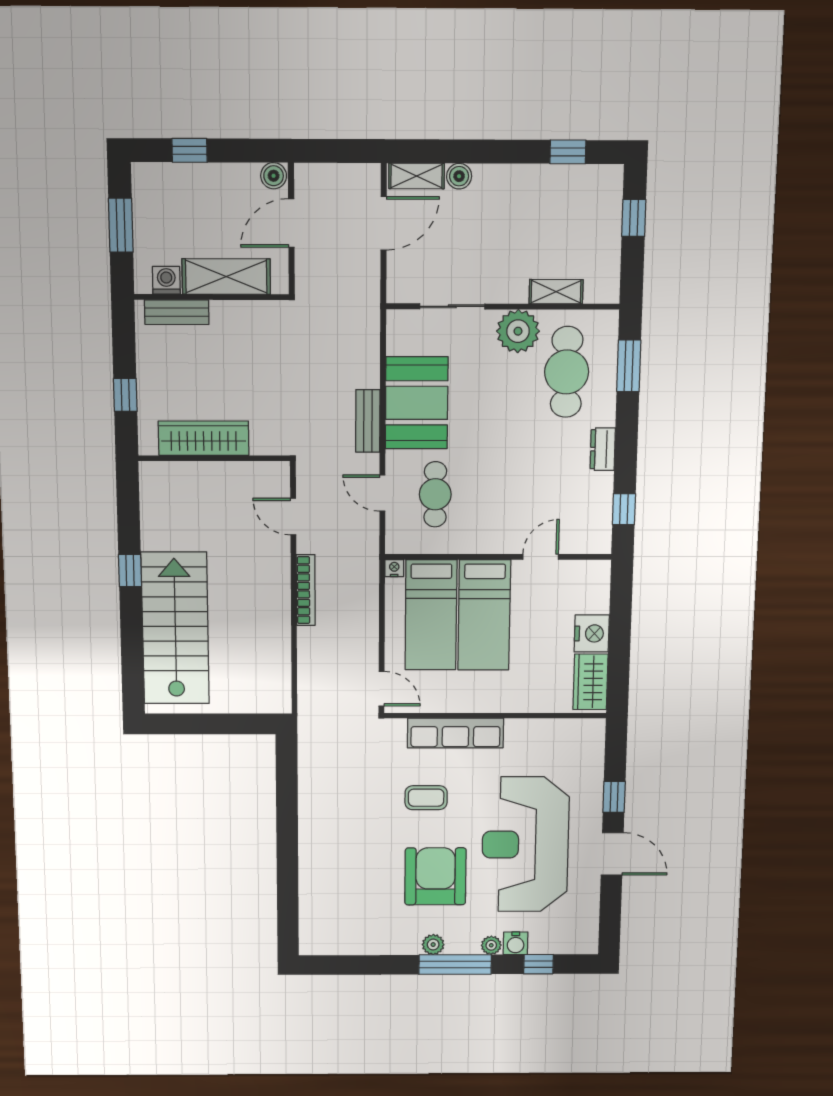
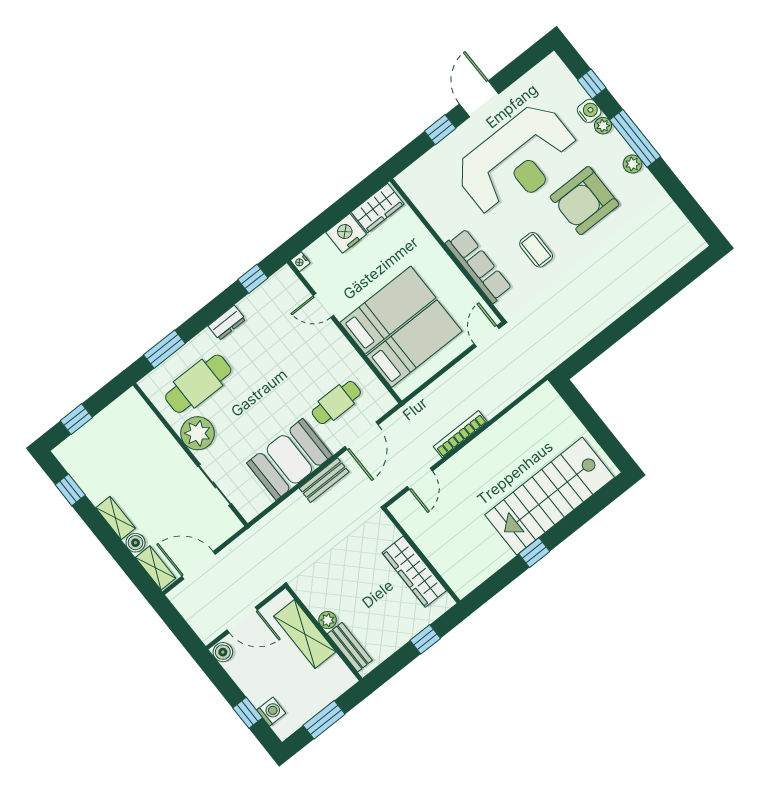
washing machine: (166, 280) -> (271, 712), moved, turned 180
shelving: (556, 292) -> (116, 518), moved
plant: (222, 311) -> (328, 620), added
door: (382, 493) -> (361, 436), width x1.38
nightstand: (394, 568) -> (300, 262), moved

